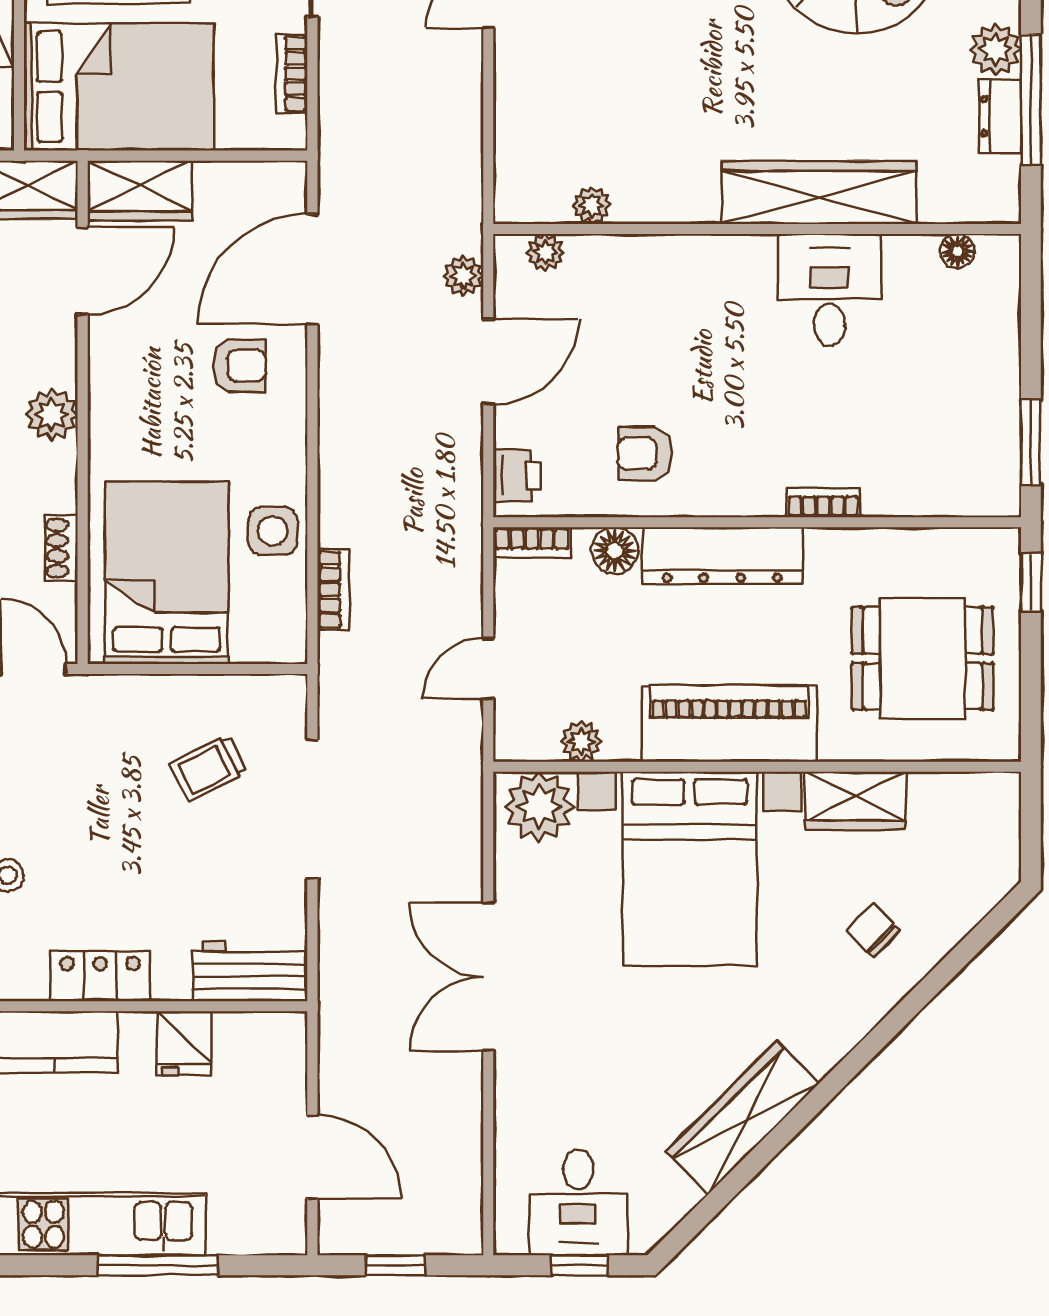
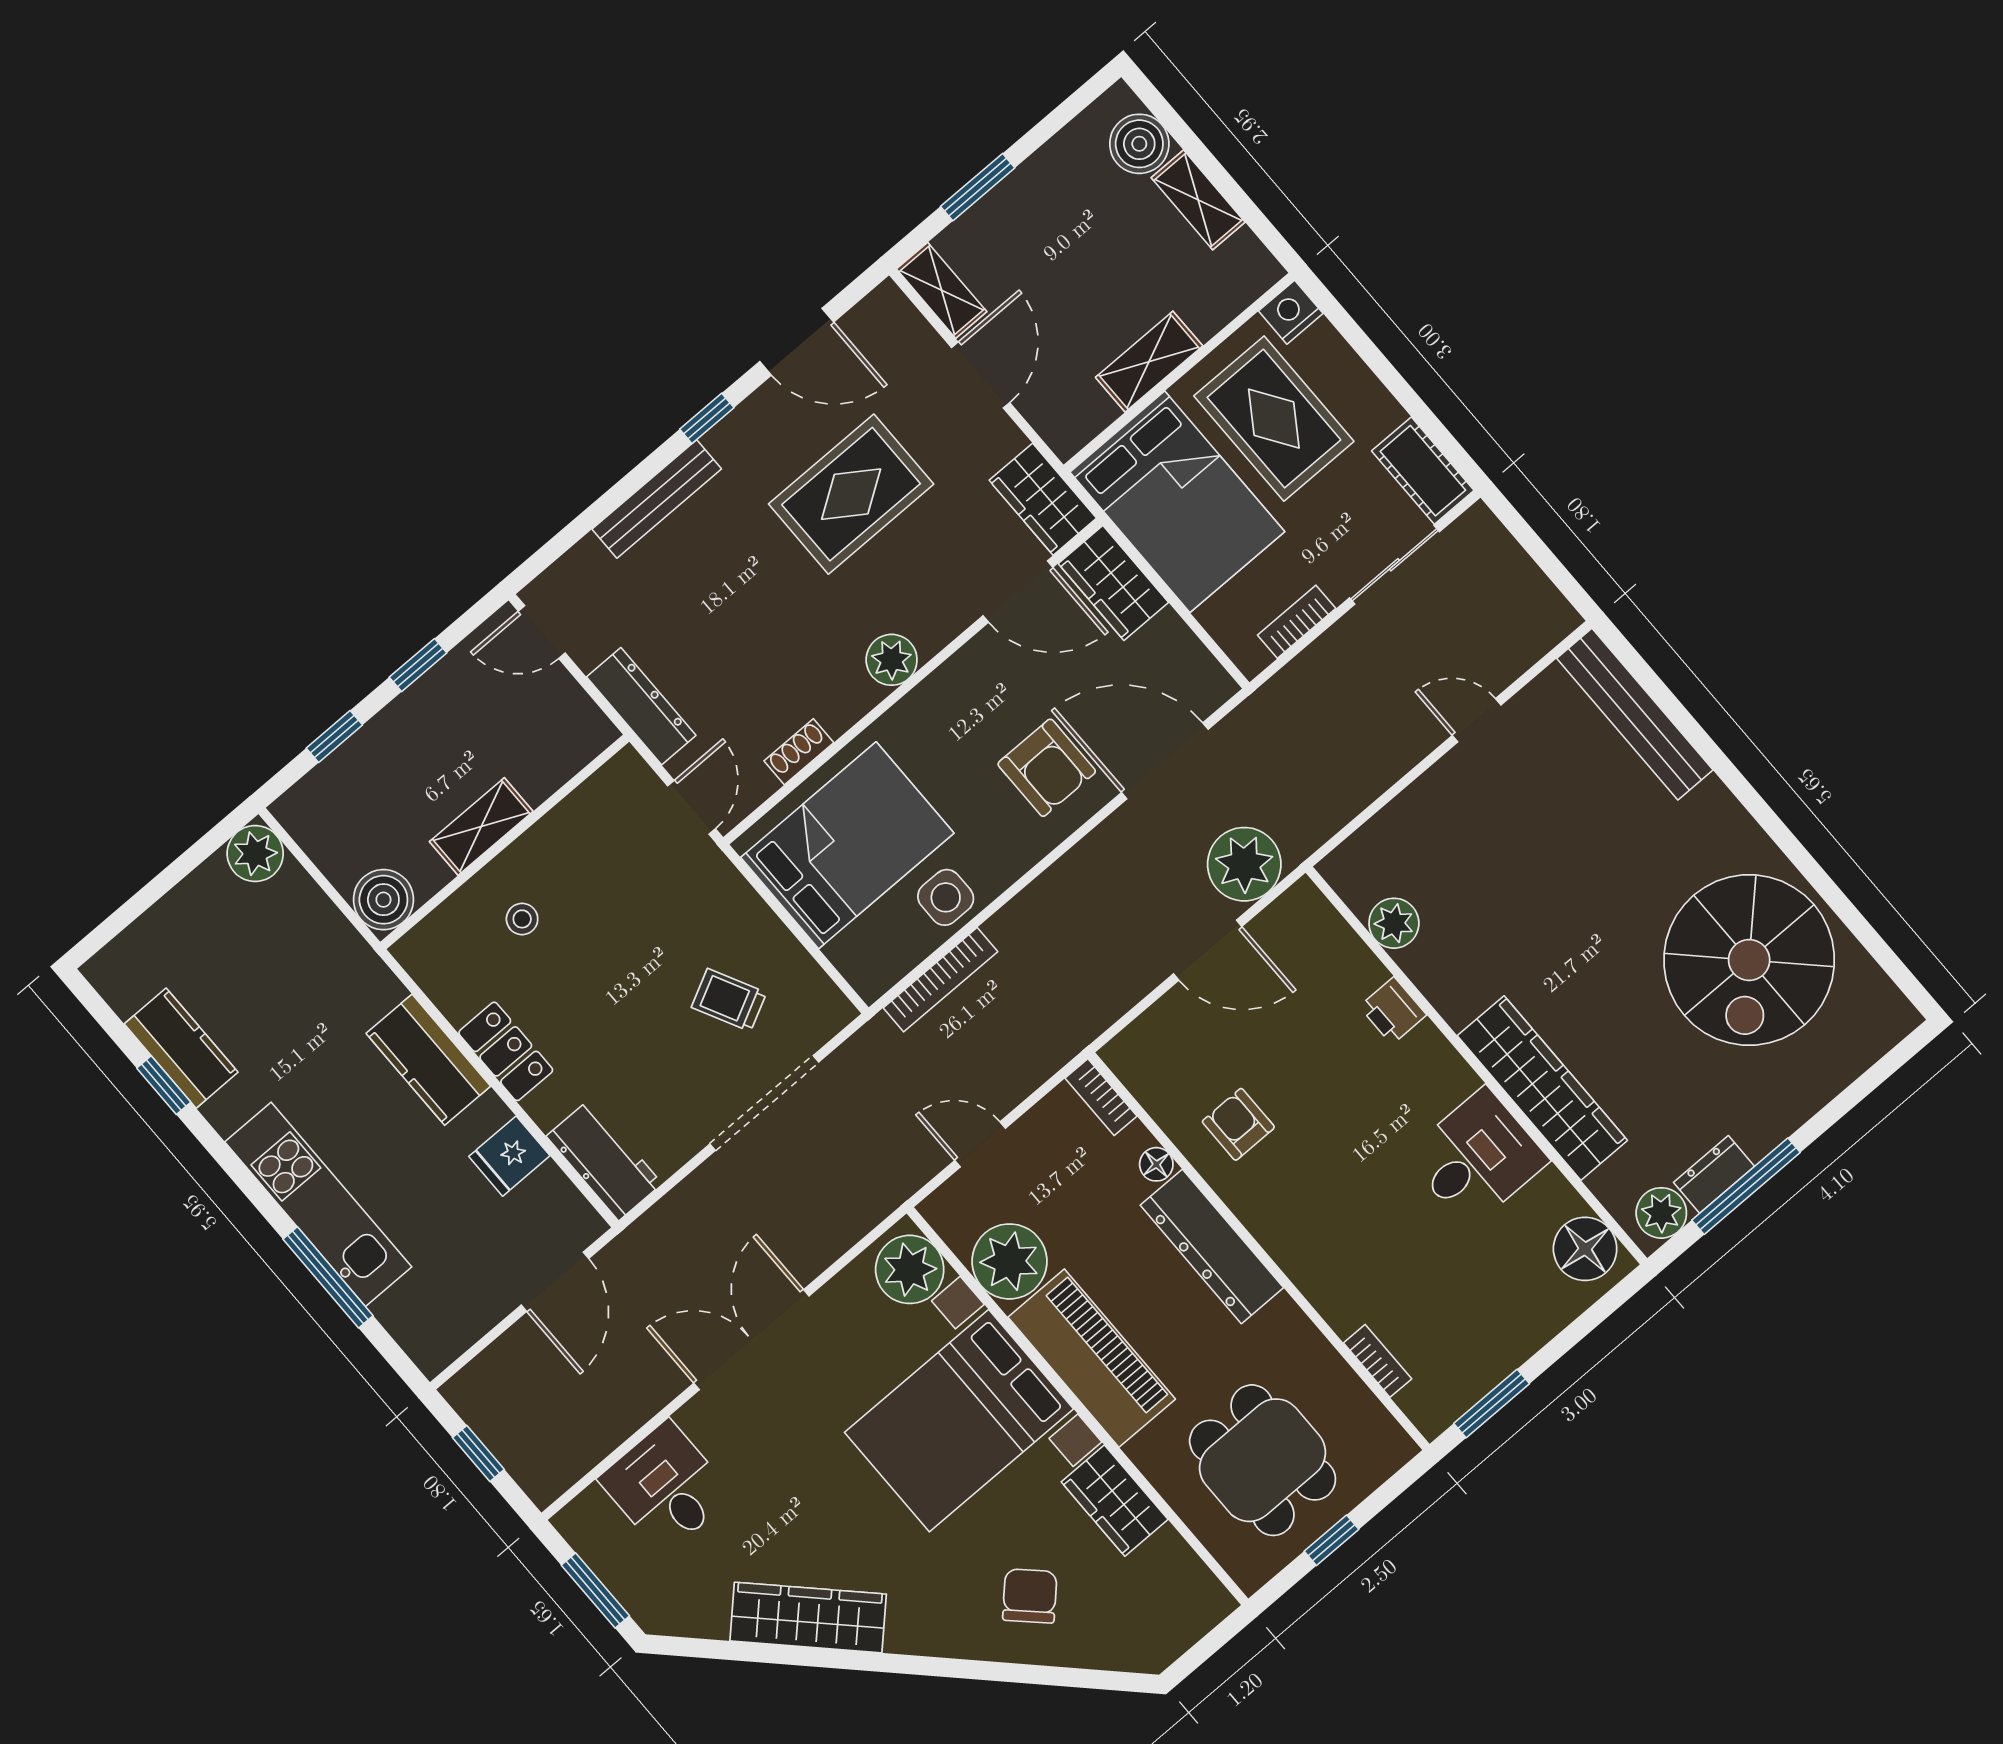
plant: (995, 49) -> (1661, 1213), moved
plant: (591, 205) -> (1394, 923), width x1.38, depth x1.38
floor lamp: (957, 251) -> (1585, 1249), width x1.89, depth x1.89
plant: (545, 252) -> (1325, 923), removed
plant: (463, 276) -> (1244, 864), width x1.87, depth x1.87
armchair: (239, 366) -> (1047, 768), width x1.38, depth x1.38
printer: (517, 476) -> (1393, 1011), moved, turned 90
bookcase: (823, 503) -> (1378, 1361), moved
floor lamp: (615, 551) -> (1156, 1164), width x0.73, depth x0.73
window: (1031, 582) -> (1332, 1540), moved
bookcase: (334, 590) -> (940, 980), width x1.56
plant: (581, 741) -> (1009, 1261), width x1.88, depth x1.88
chair: (873, 930) -> (1030, 1596), width x1.37, depth x1.37
door: (312, 1157) -> (555, 1282), moved
desk: (578, 1202) -> (666, 1487), moved, turned 90
window: (580, 1265) -> (595, 1590), width x1.50

